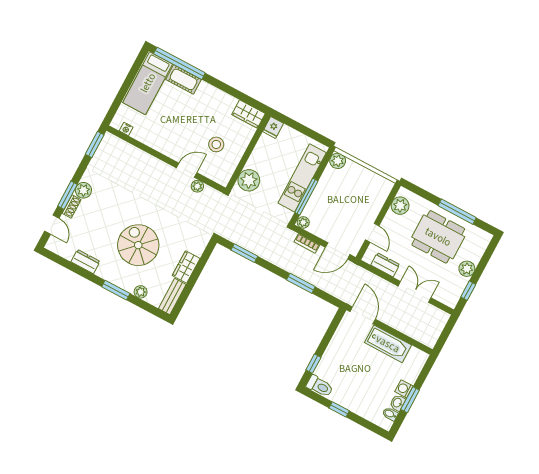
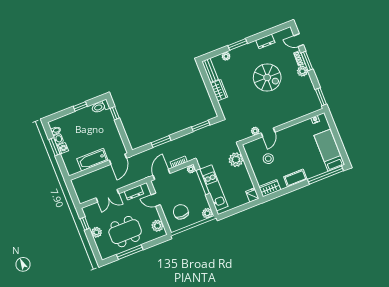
cot: (184, 79) -> (295, 178), moved
chair: (362, 193) -> (181, 212), added
spiral stairs: (138, 245) -> (267, 78), moved
door: (363, 315) -> (118, 159), hinge flipped

